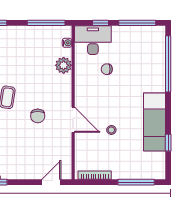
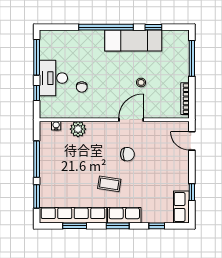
window: (46, 23) -> (37, 159), moved
desk: (93, 40) -> (53, 78), moved
window: (168, 64) -> (106, 27), moved

